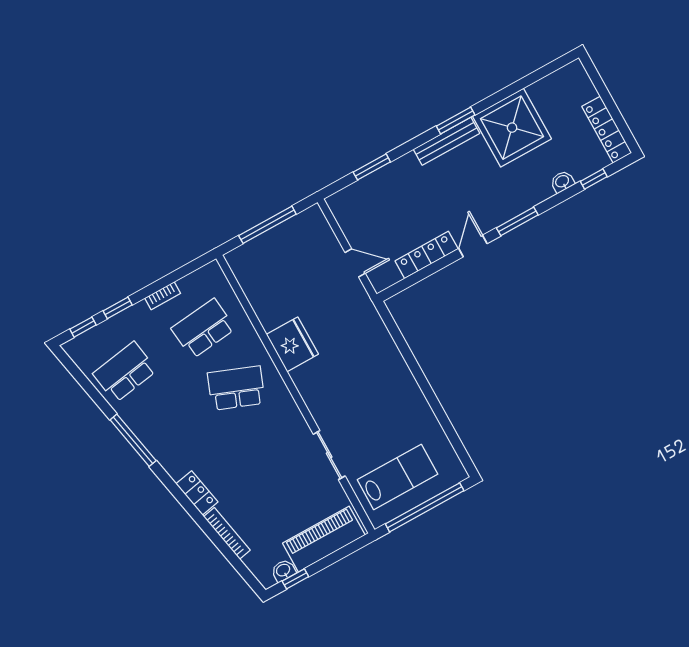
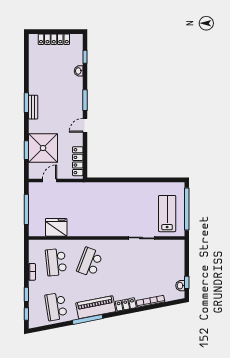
shower: (512, 128) -> (43, 148), moved
locker: (607, 130) -> (54, 39), moved
bench: (447, 141) -> (33, 107), width x0.73
door: (473, 246) -> (85, 125), hinge flipped
locker: (427, 255) -> (78, 161), moved
door: (355, 263) -> (50, 180), moved
fridge: (292, 344) -> (56, 227), moved
piano: (324, 539) -> (96, 307), moved, turned 79

